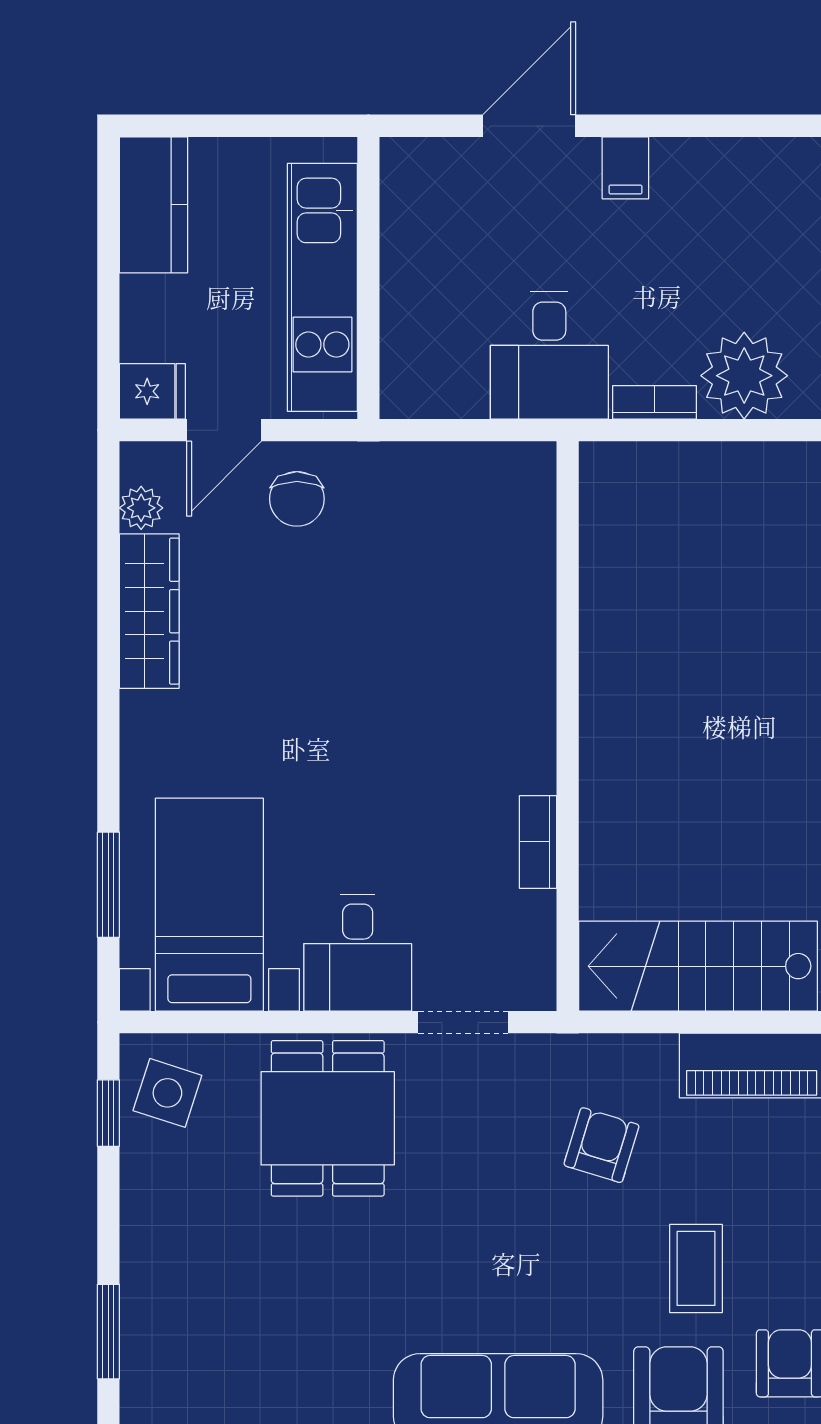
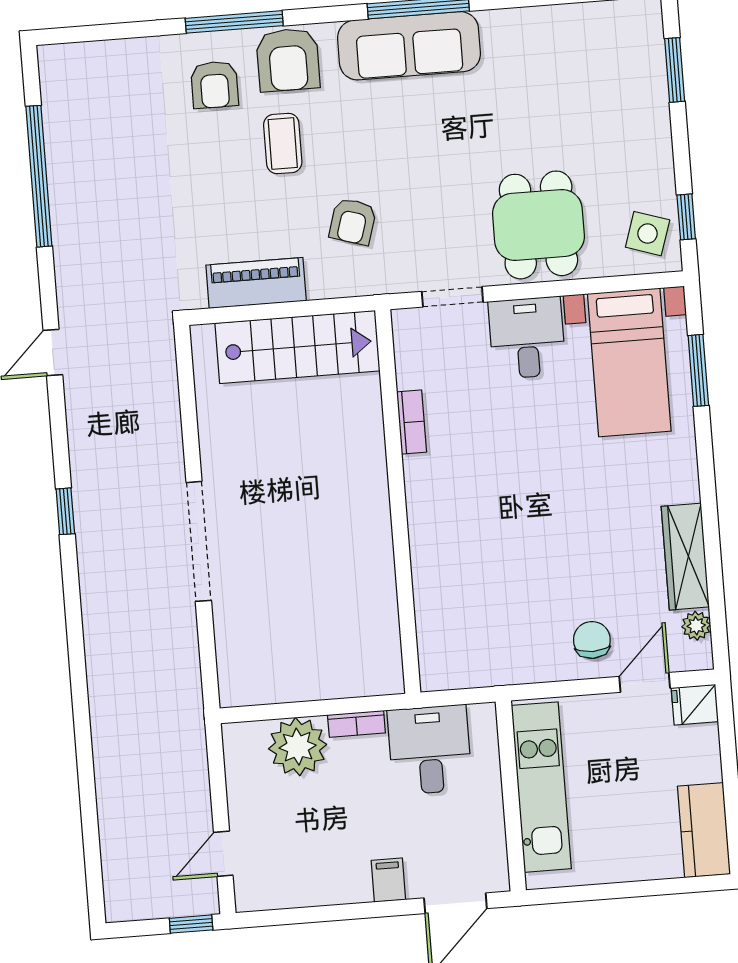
wall: (368, 278) -> (511, 796), moved
kitchen unit: (322, 287) -> (541, 787), moved

